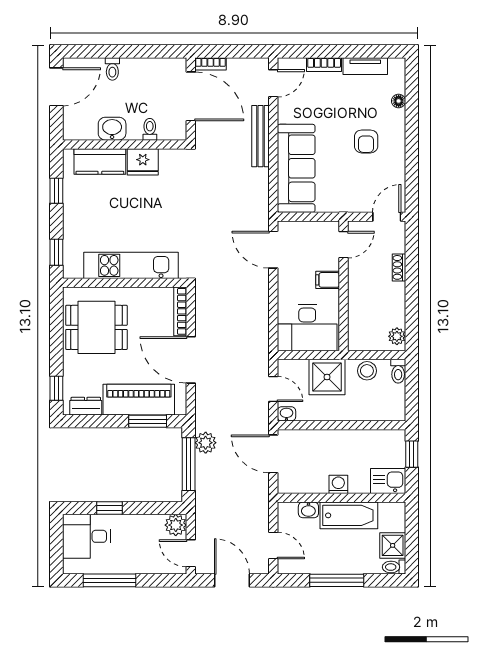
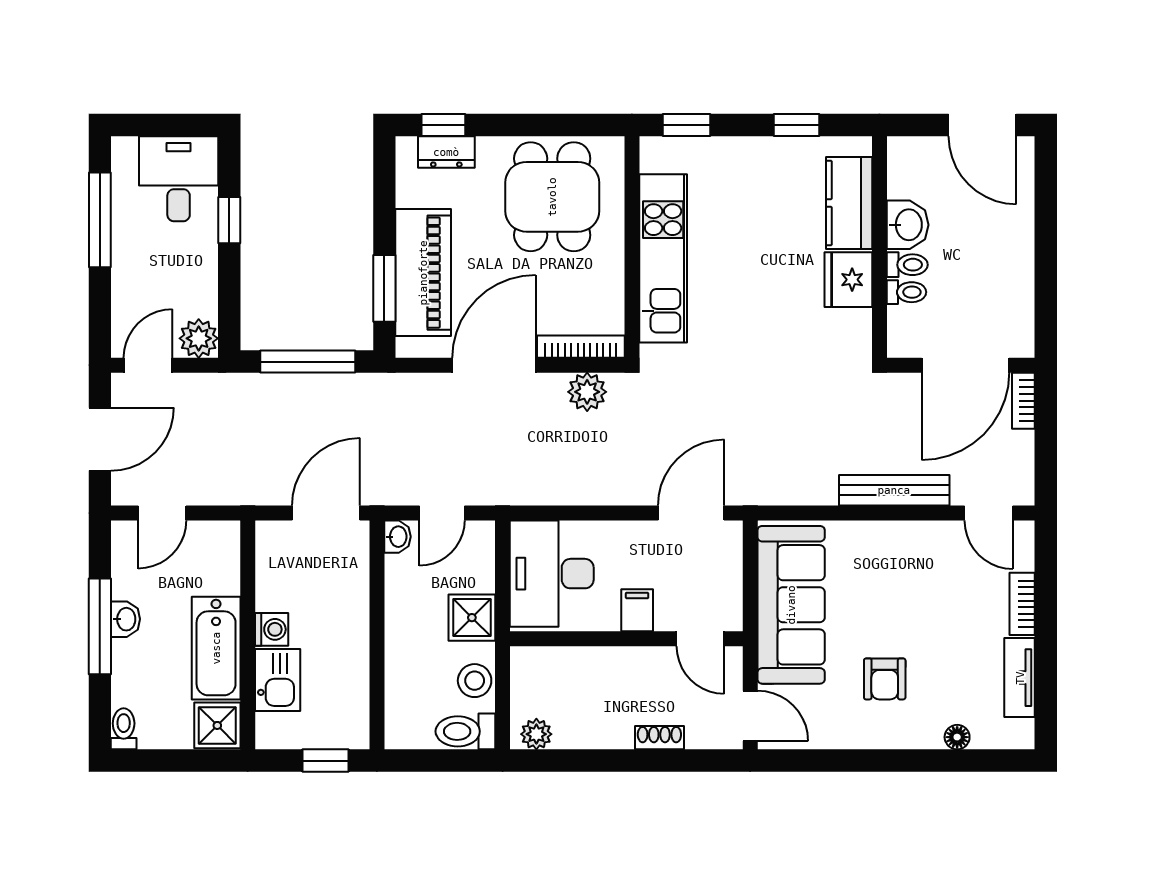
toilet: (112, 69) -> (907, 265), moved, turned 180
armchair: (366, 141) -> (885, 679), turned -90
sofa: (296, 168) -> (791, 605), moved, turned -90
toilet: (398, 371) -> (465, 731), width x1.37, depth x1.39
shower: (327, 377) -> (472, 618), width x0.73, depth x0.73
dresser: (86, 406) -> (446, 152), moved, turned 90
plant: (206, 443) -> (587, 392), moved
kitchen sink: (388, 481) -> (278, 680), moved
washbasin: (308, 510) -> (125, 619), moved, turned 180
shower: (393, 545) -> (217, 725), moved

